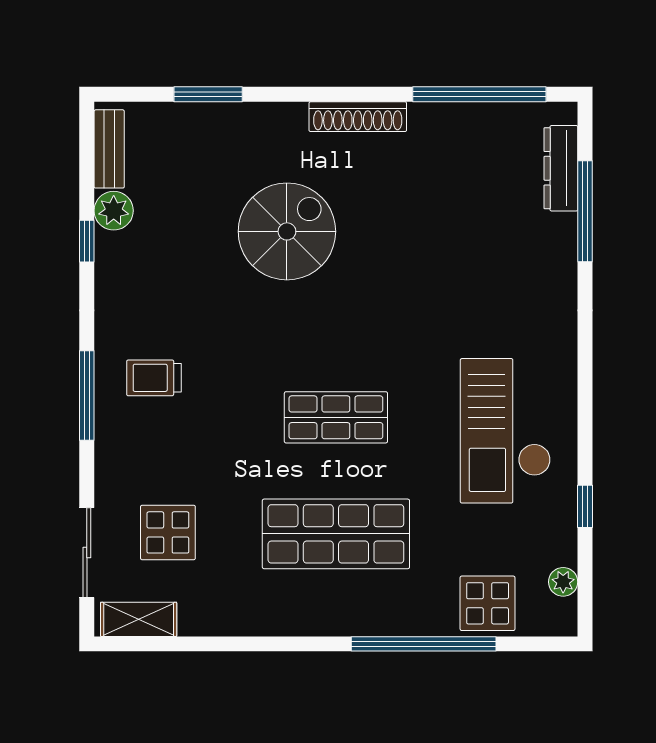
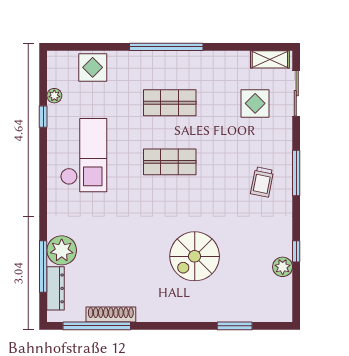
shoe rack: (358, 117) -> (111, 315), moved
bench: (109, 149) -> (285, 298), removed
plant: (549, 243) -> (62, 250), added
trolley: (154, 378) -> (262, 182), turned 101
shop shelf: (336, 534) -> (170, 103), width x0.70, depth x0.74
plant: (563, 582) -> (54, 96), moved
window: (424, 644) -> (166, 47), moved

